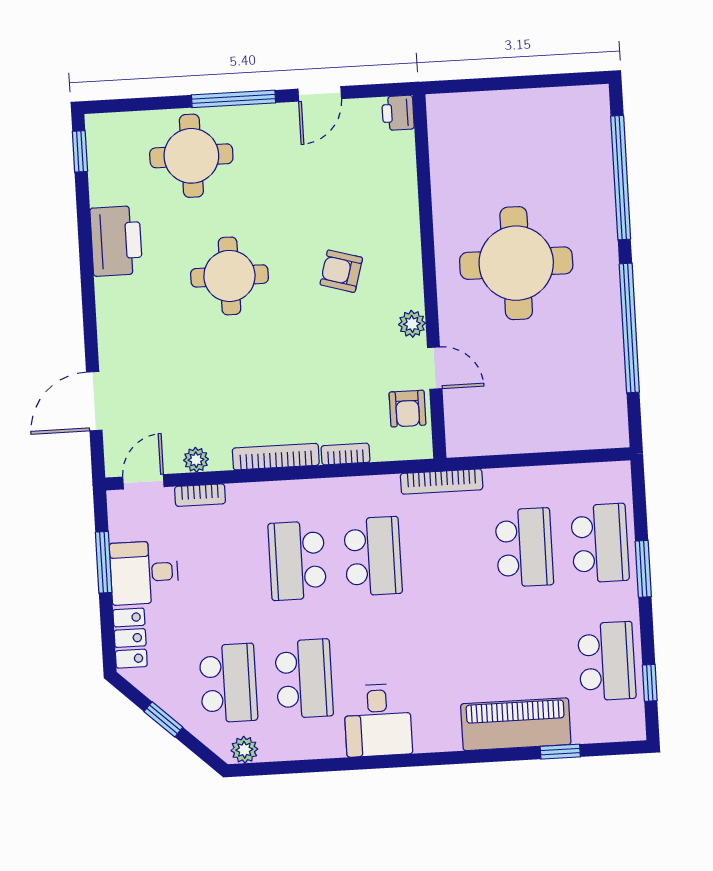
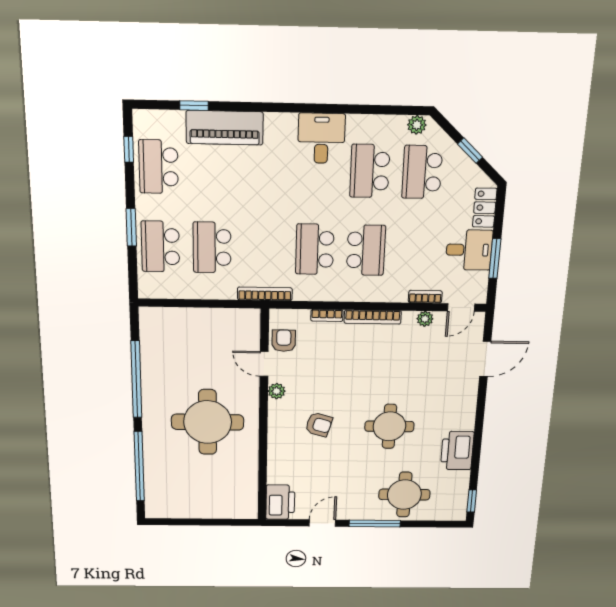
printer: (398, 113) -> (280, 502), width x1.87, depth x1.48

